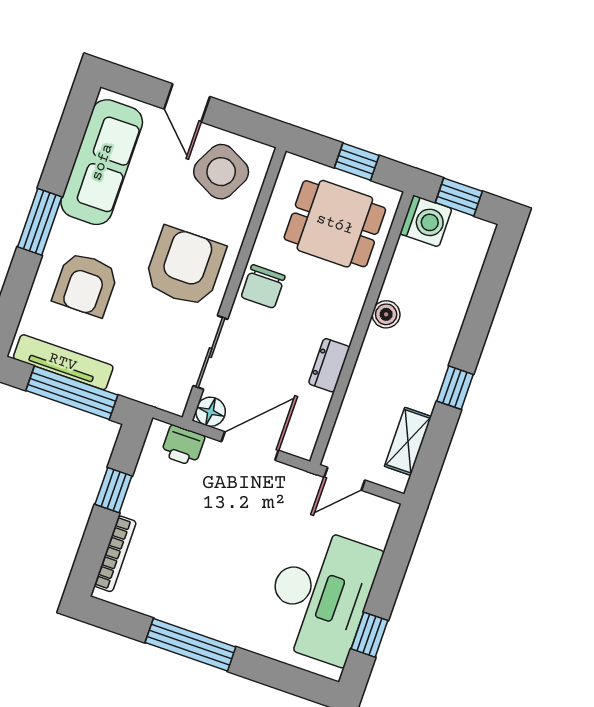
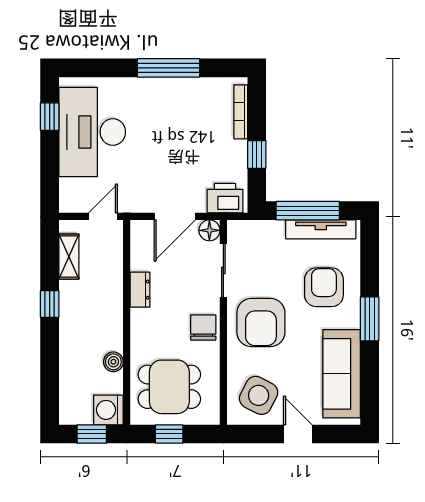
boiler: (386, 314) -> (113, 362), moved
printer: (183, 445) -> (225, 198), width x1.36, depth x1.24

